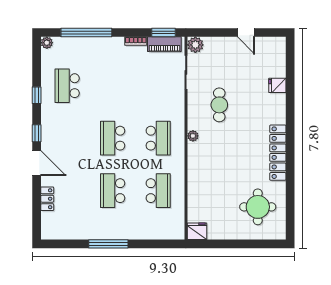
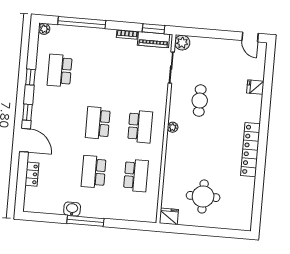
door: (246, 33) -> (250, 37), moved
round table: (258, 207) -> (203, 196), moved
washbasin: (93, 232) -> (72, 209), added

